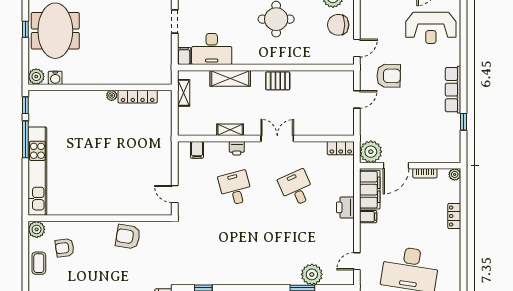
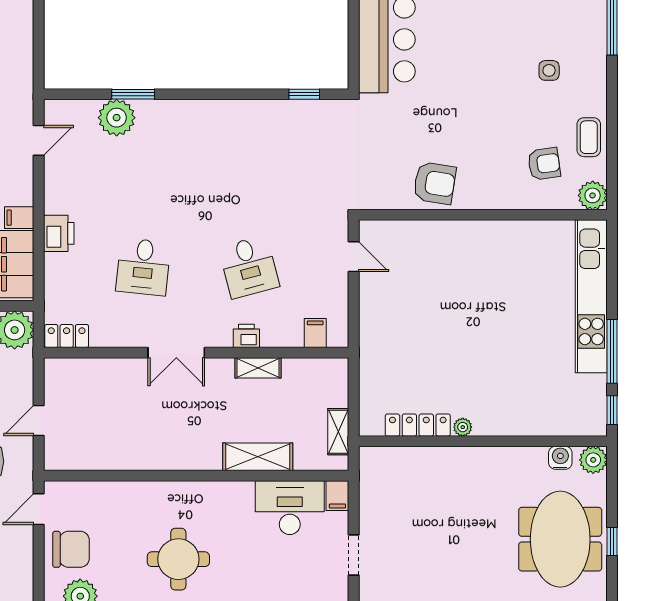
pallet: (278, 81) -> (175, 452), removed
desk: (296, 188) -> (143, 267), turned 30

